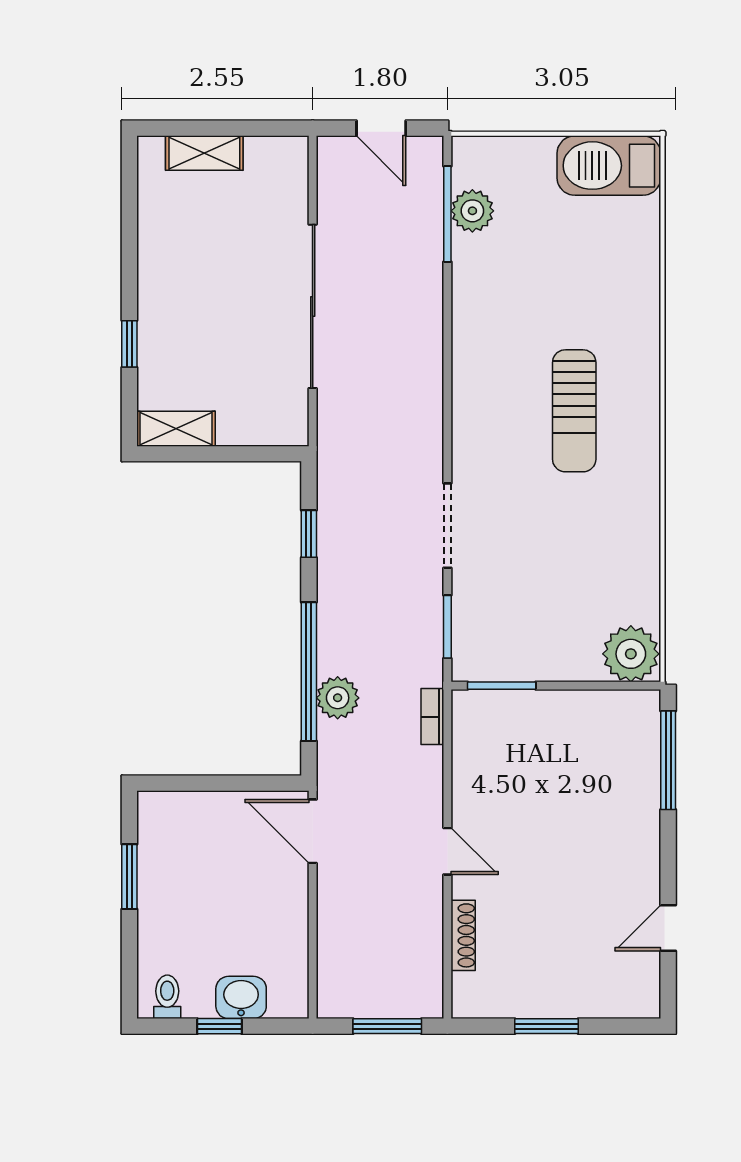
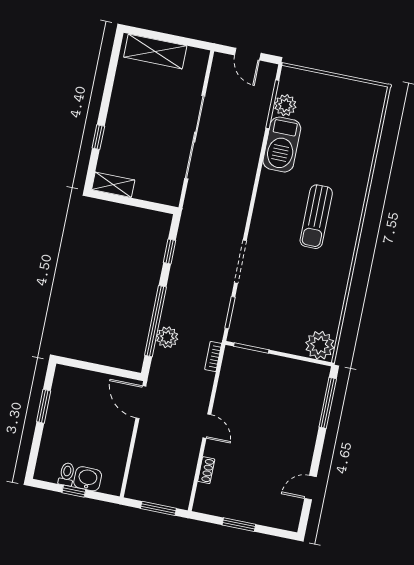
shelving: (204, 153) -> (155, 51), width x1.50, depth x1.33
barbecue: (609, 166) -> (282, 145), moved, turned -90
shoe rack: (463, 935) -> (206, 470), width x0.70
toilet: (167, 997) -> (67, 474), moved

